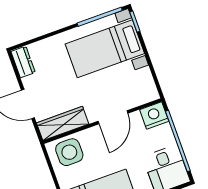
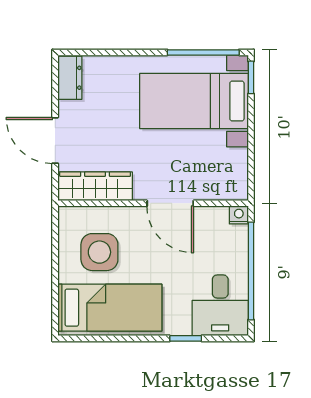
nightstand: (154, 115) -> (239, 215), width x0.53, depth x0.56
door: (113, 117) -> (170, 203), hinge flipped
side table: (69, 152) -> (99, 252), moved

